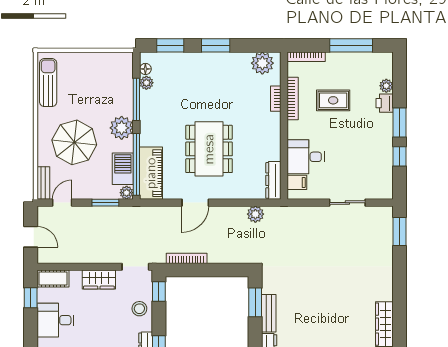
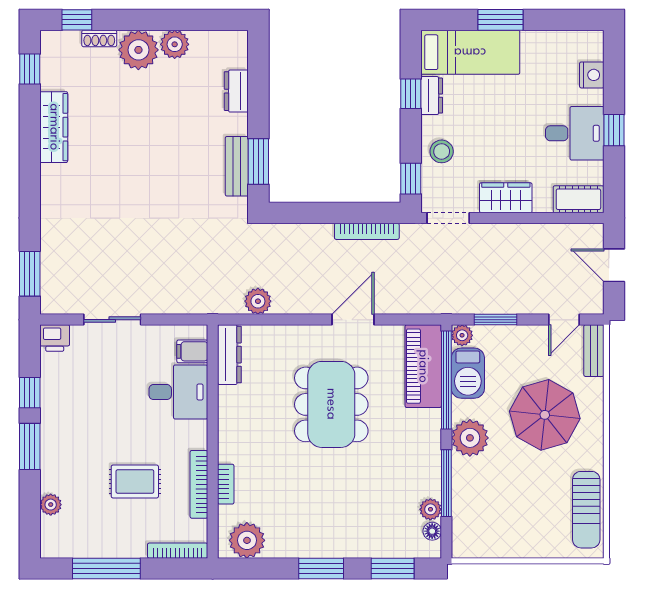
printer: (385, 103) -> (55, 338), moved, turned 90
window: (31, 298) -> (614, 130), moved
bench: (269, 313) -> (237, 166), moved

